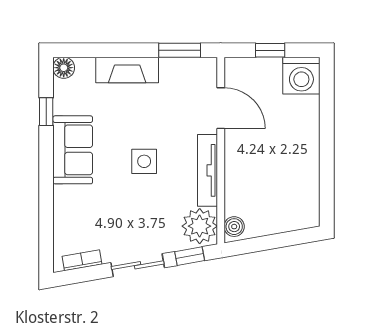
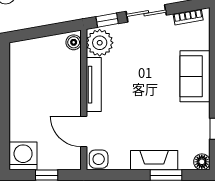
window: (180, 50) -> (166, 175), moved
sofa: (73, 150) -> (195, 76), moved
side table: (144, 161) -> (99, 159), moved

